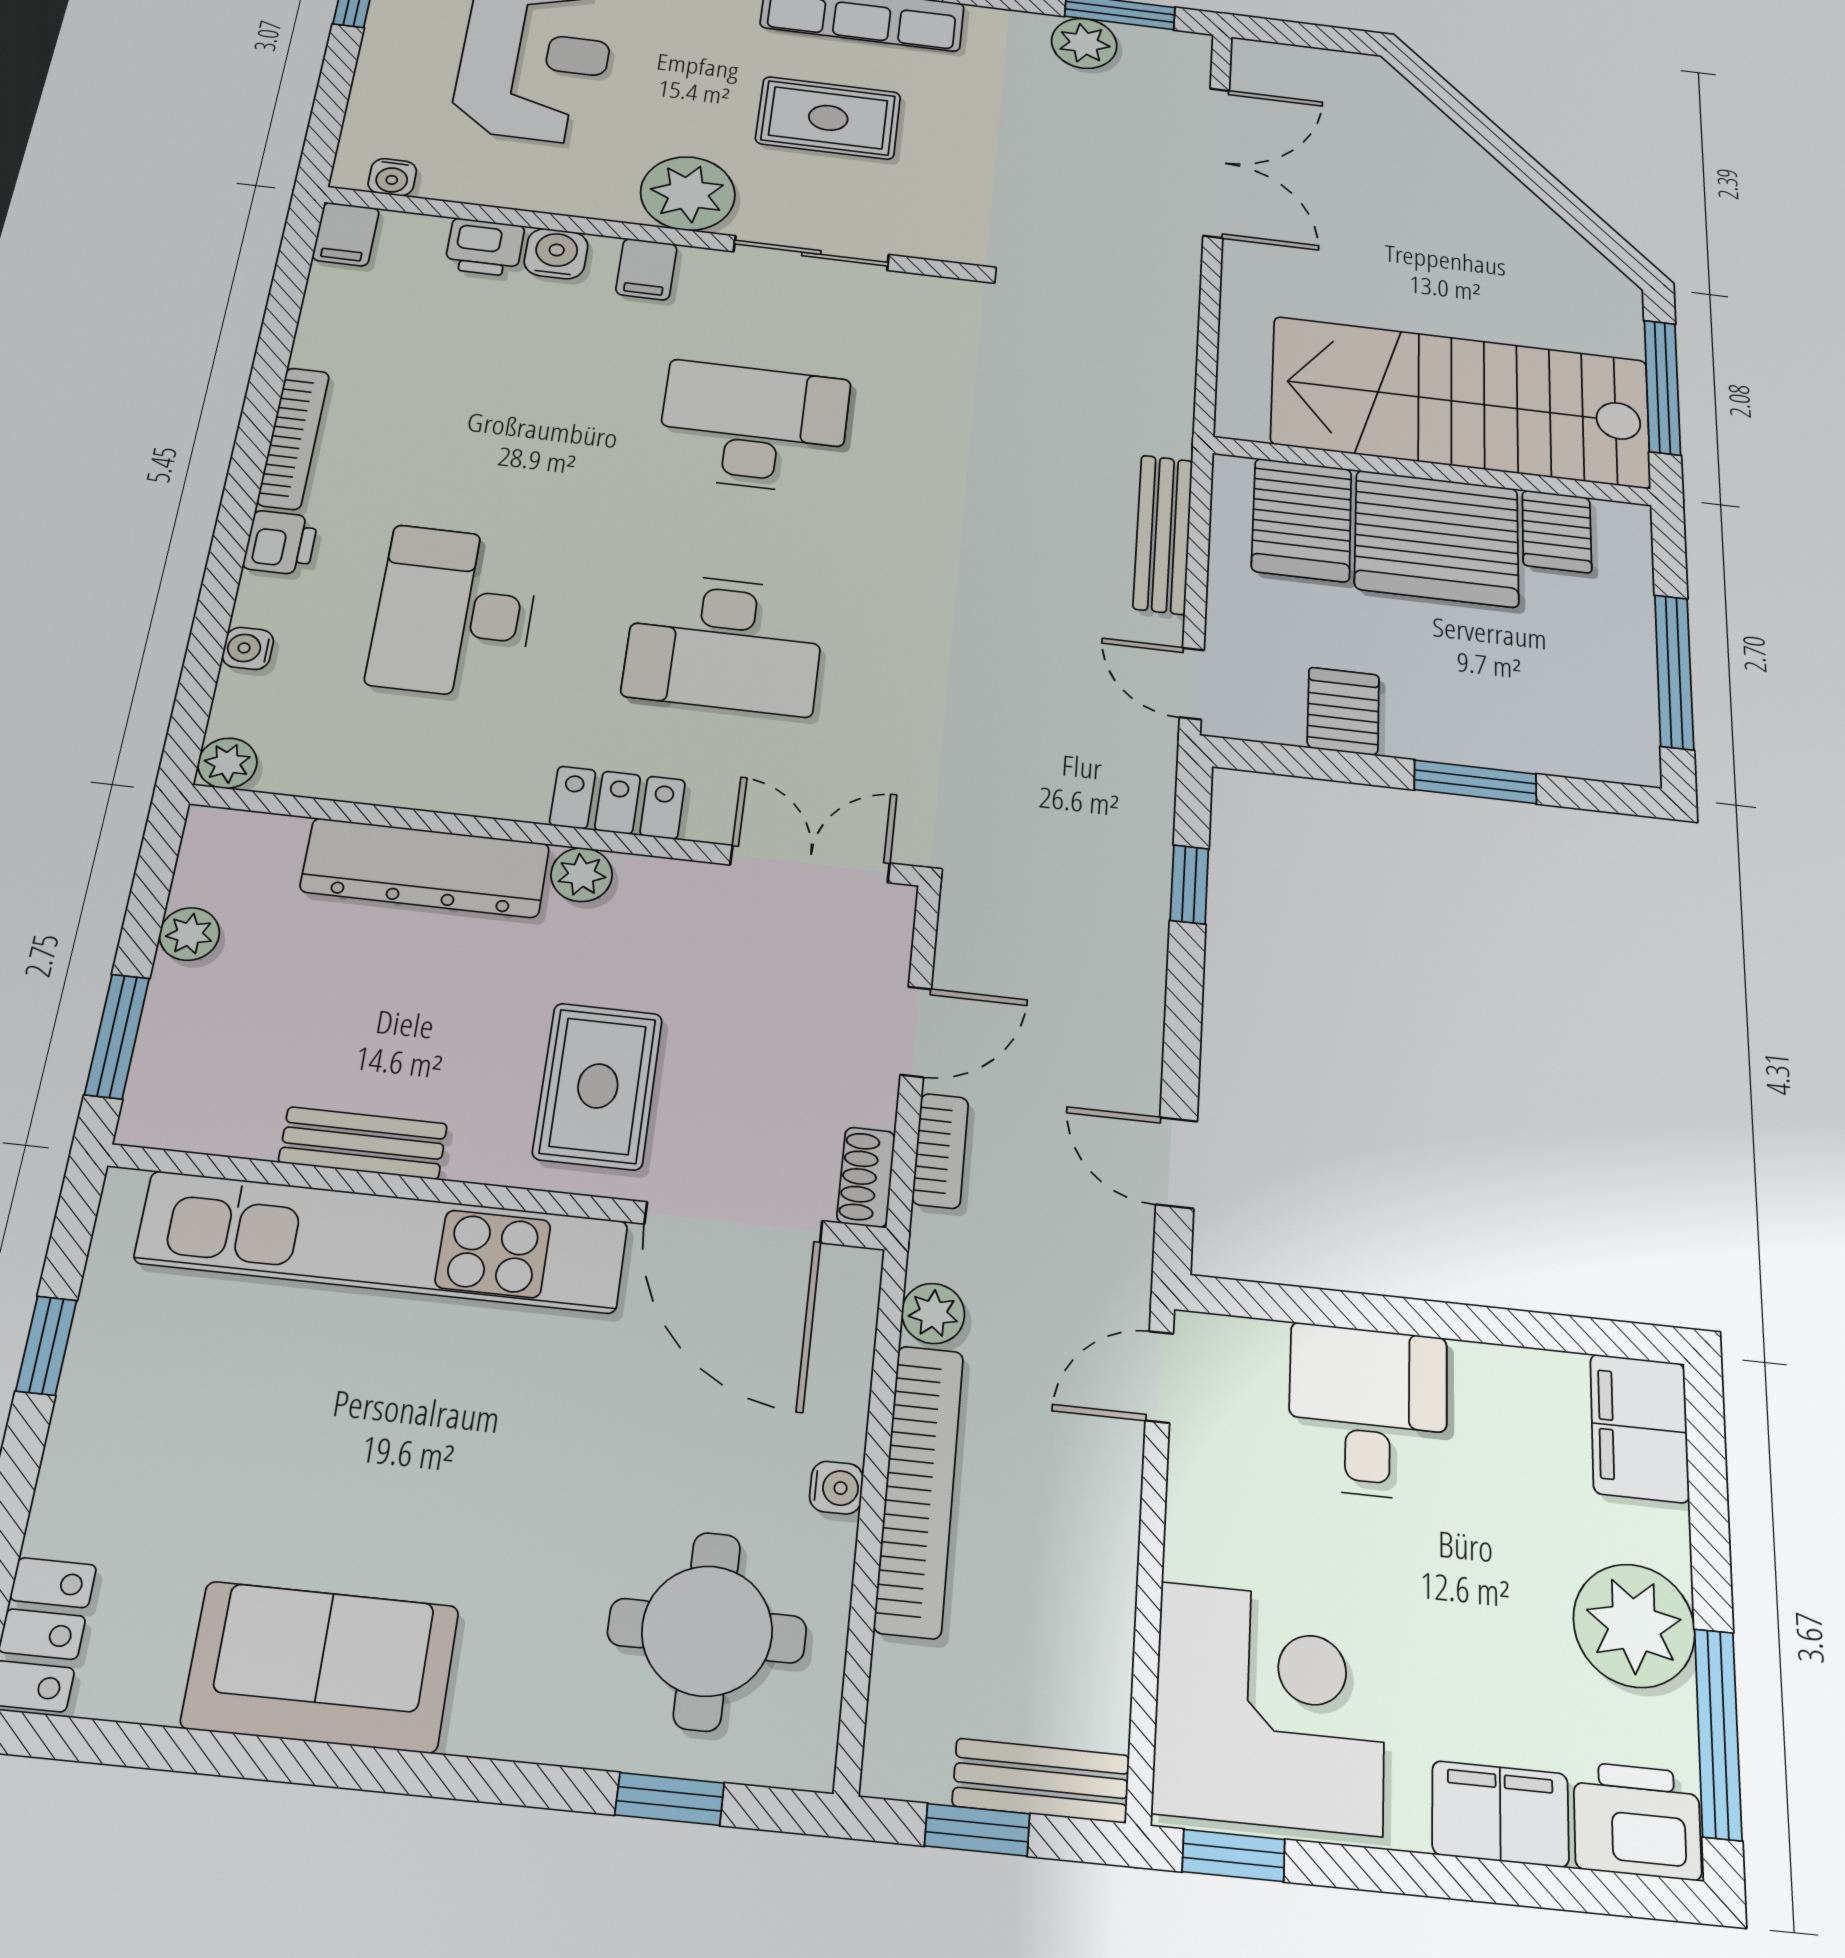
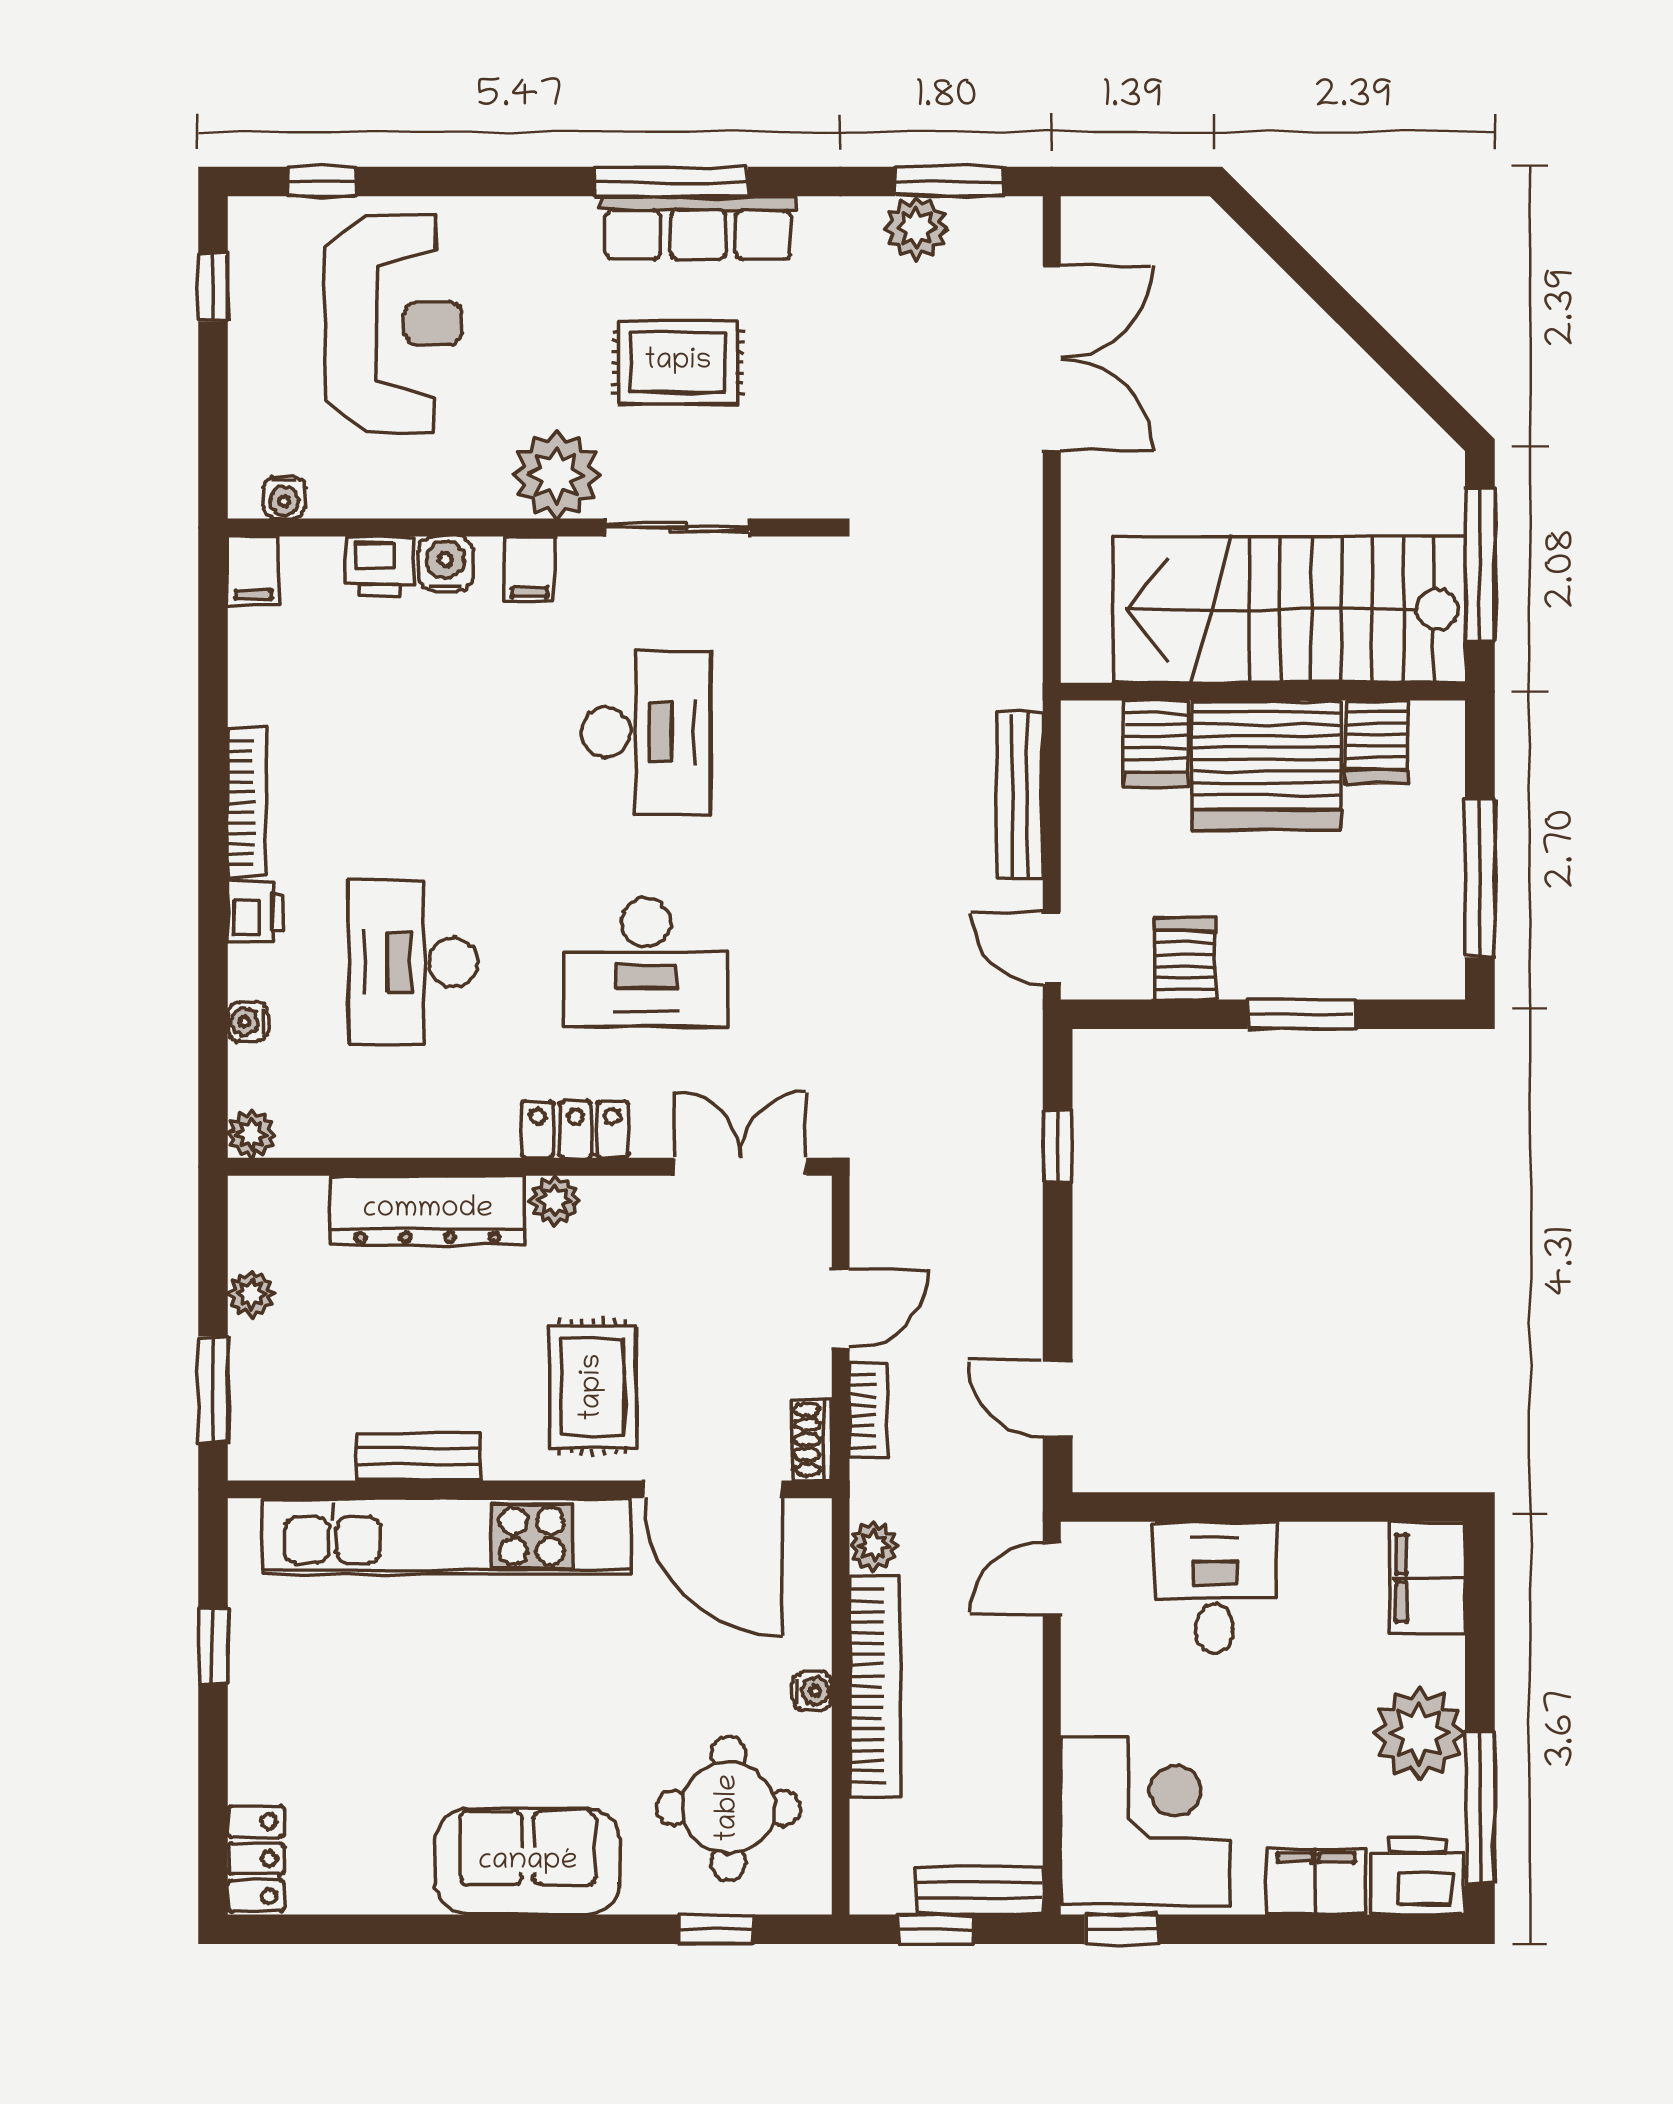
desk: (753, 427) -> (646, 732), turned 90
server rack: (1302, 520) -> (1156, 743), width x0.73, depth x0.70
sofa: (321, 1667) -> (528, 1862), moved

